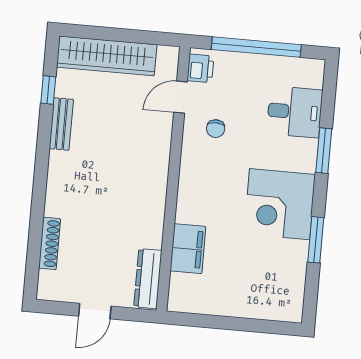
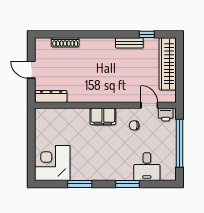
corner desk: (280, 204) -> (52, 163), moved
filing cabinet: (188, 249) -> (103, 116), moved

